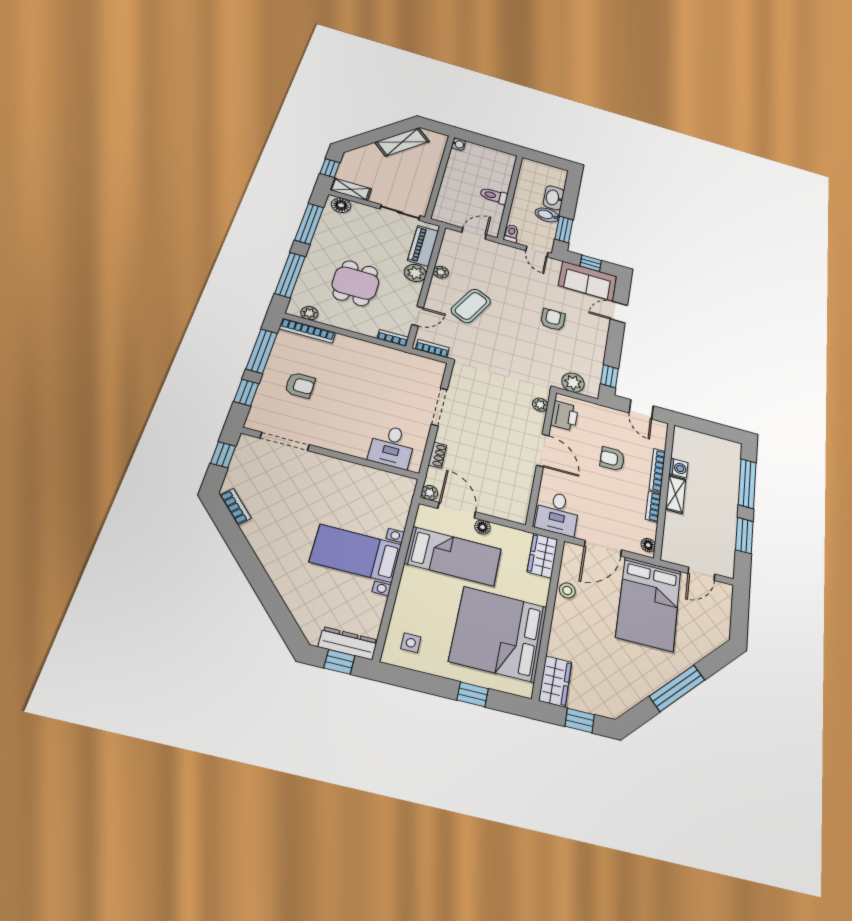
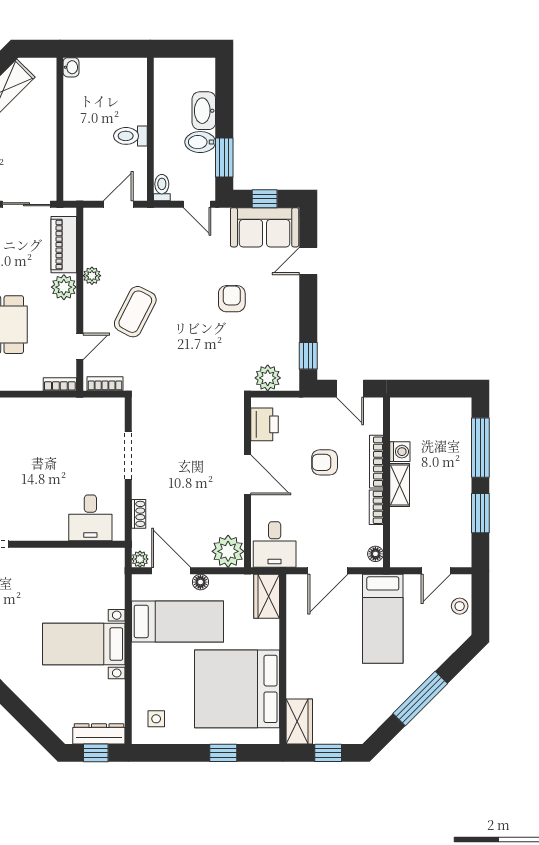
plant: (540, 405) -> (228, 551), moved, width x1.88, depth x1.88
stool: (567, 590) -> (460, 606), moved
bed: (649, 604) -> (383, 619), width x0.67

